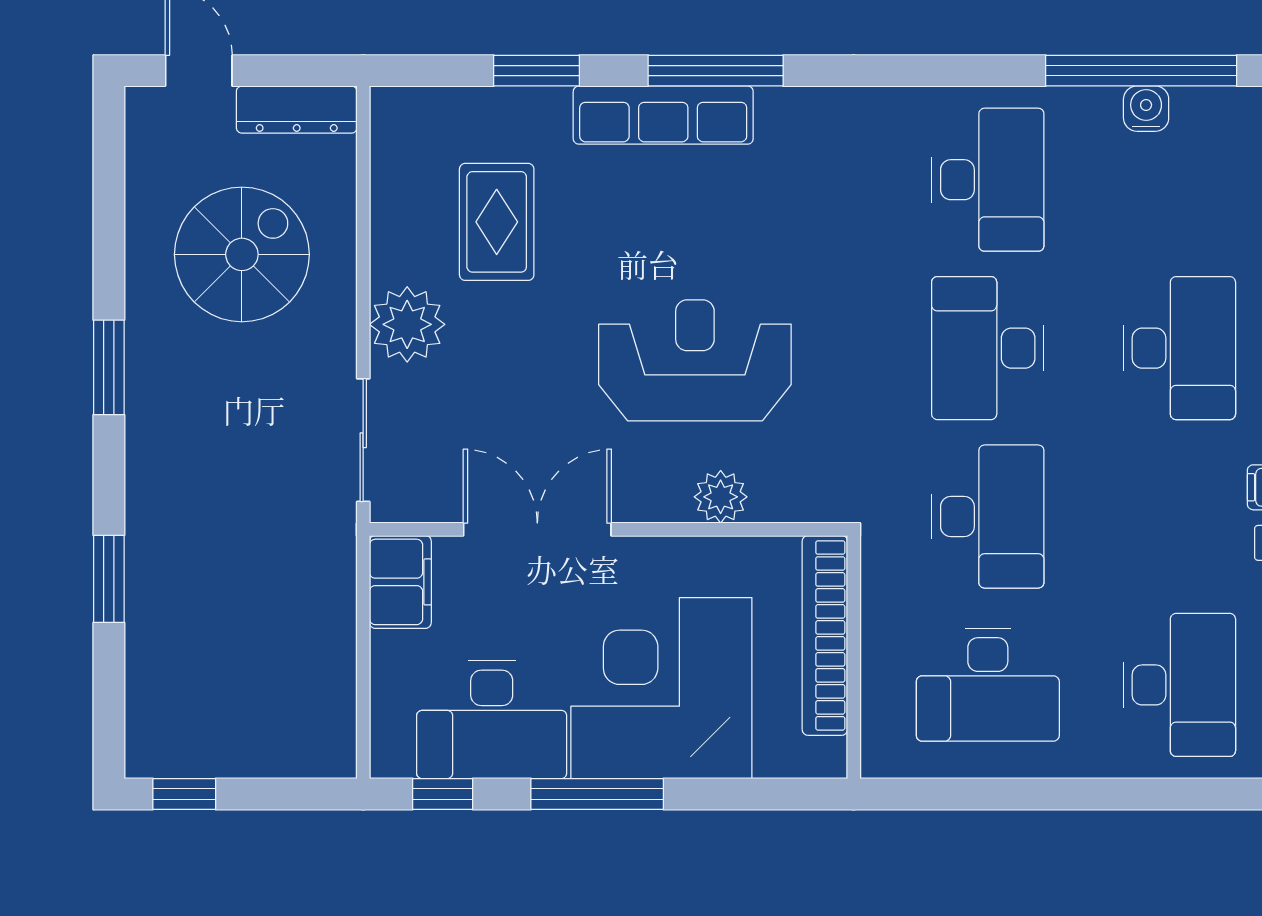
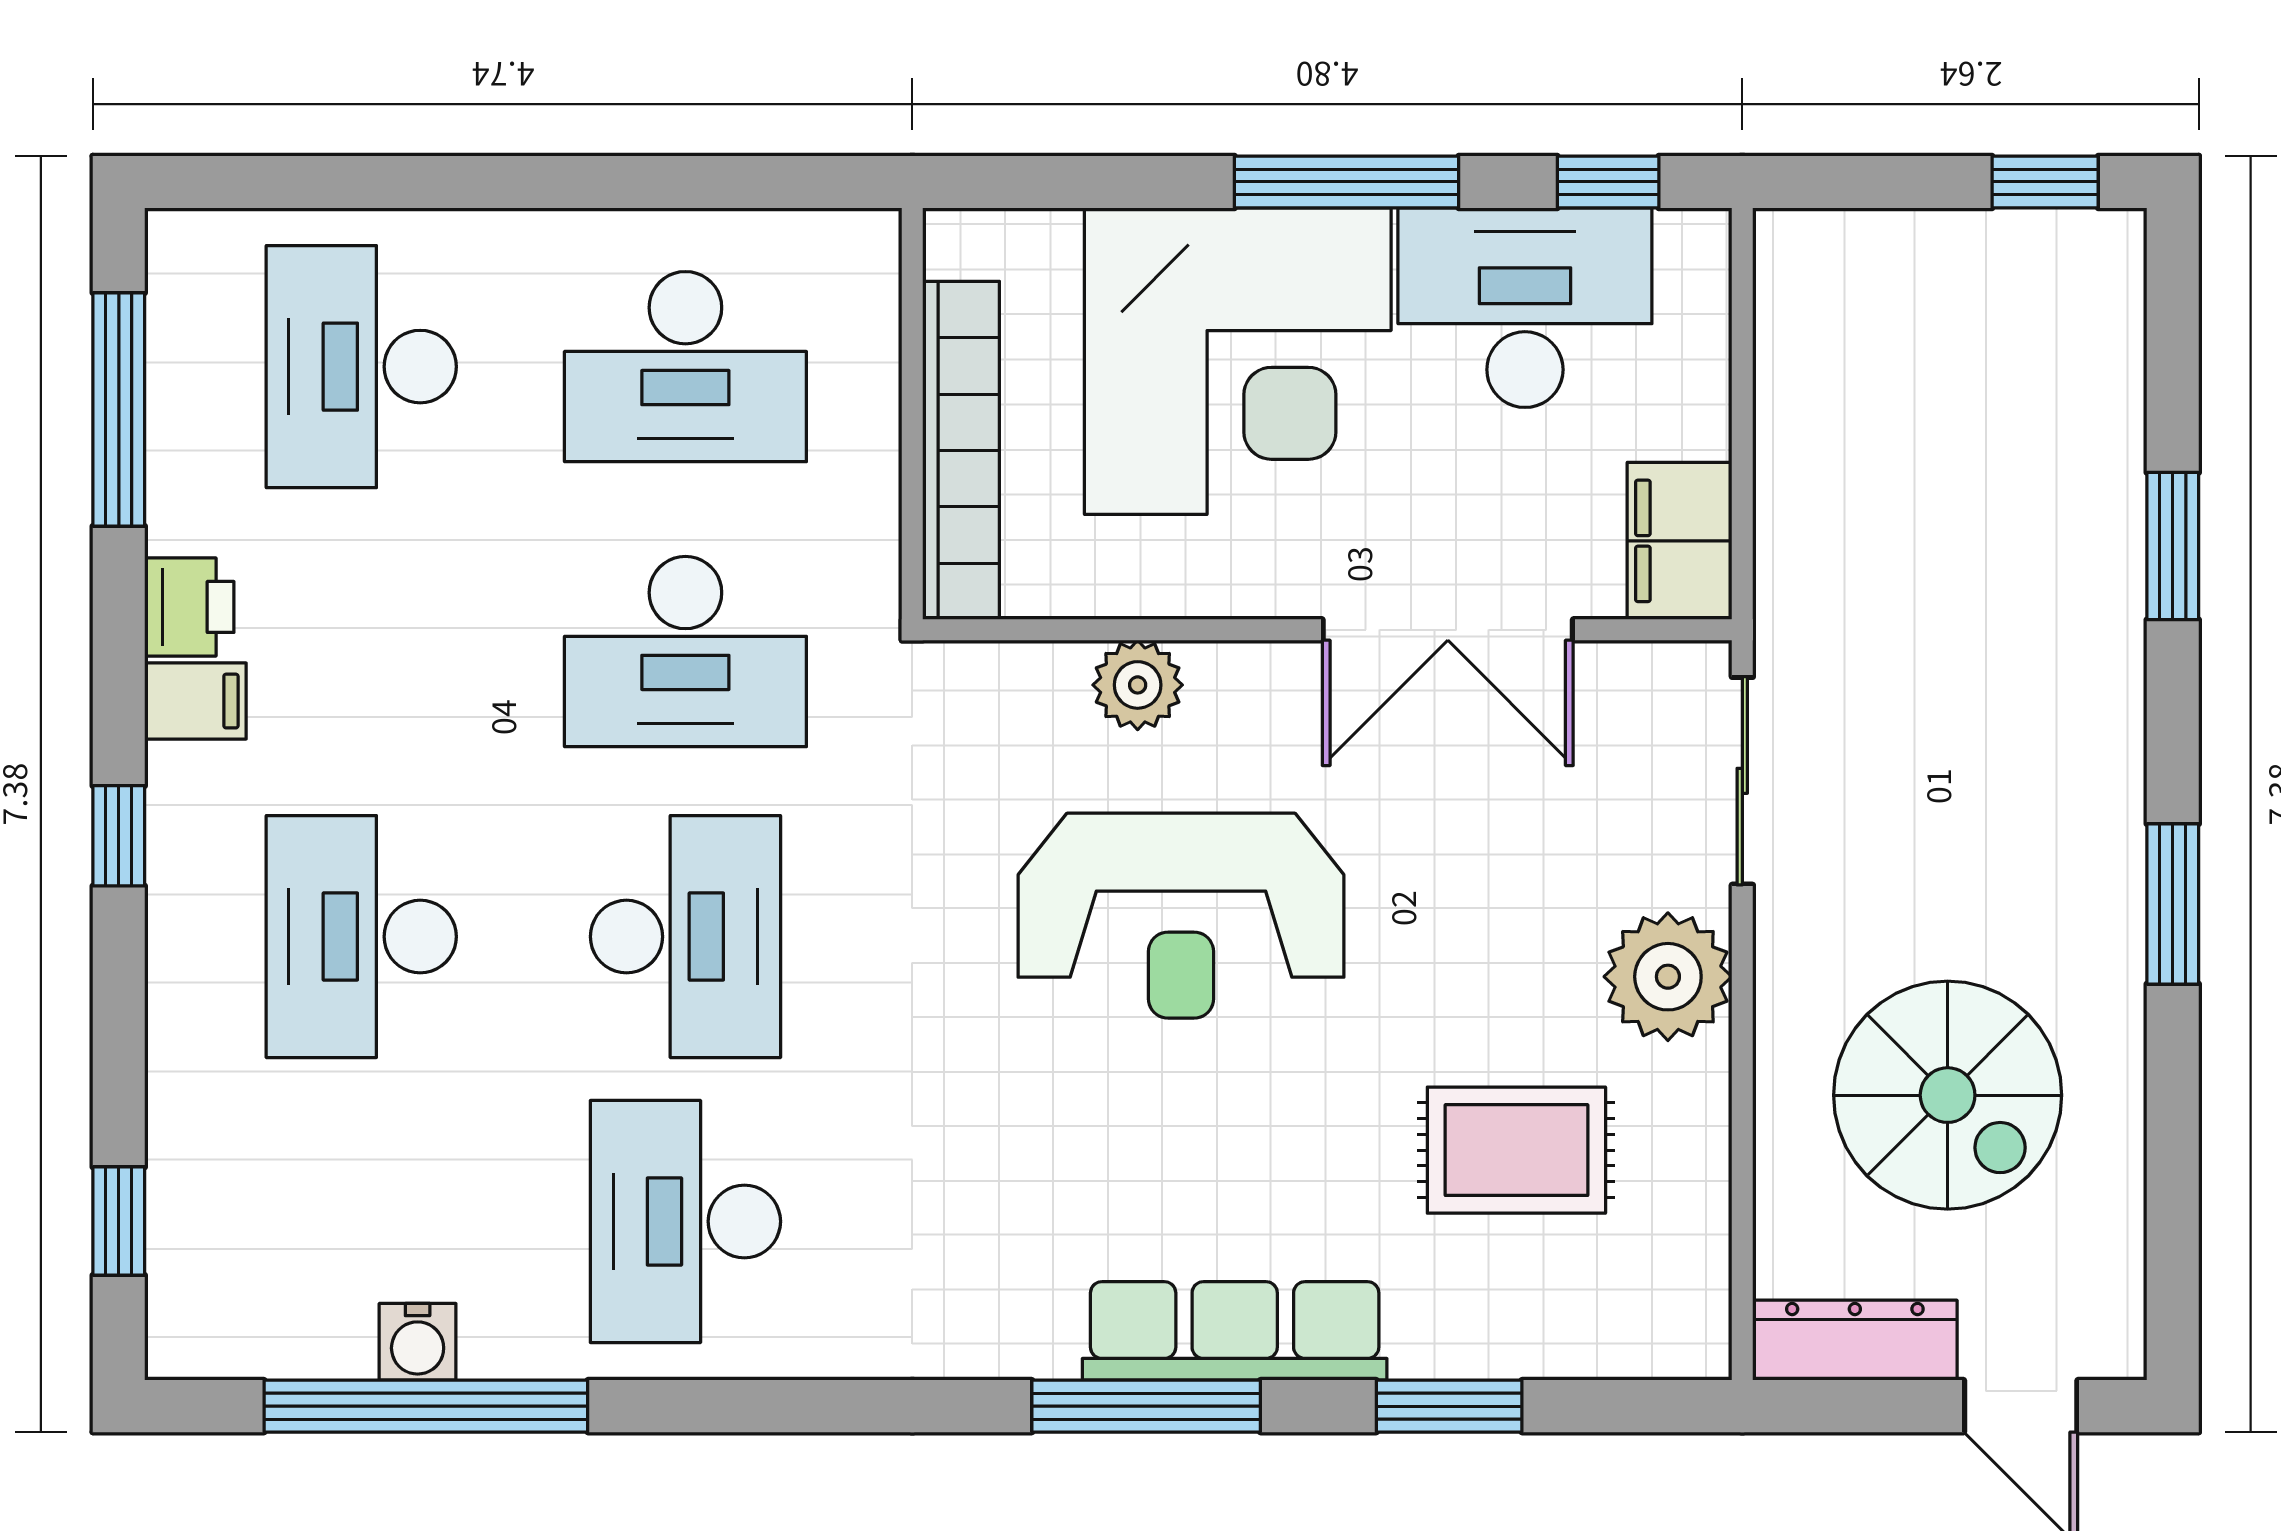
rug: (497, 222) -> (1516, 1150), turned 90
spiral stairs: (242, 254) -> (1948, 1095), turned -90
desk: (988, 517) -> (685, 652), turned -90
desk: (988, 685) -> (685, 367), turned 180

